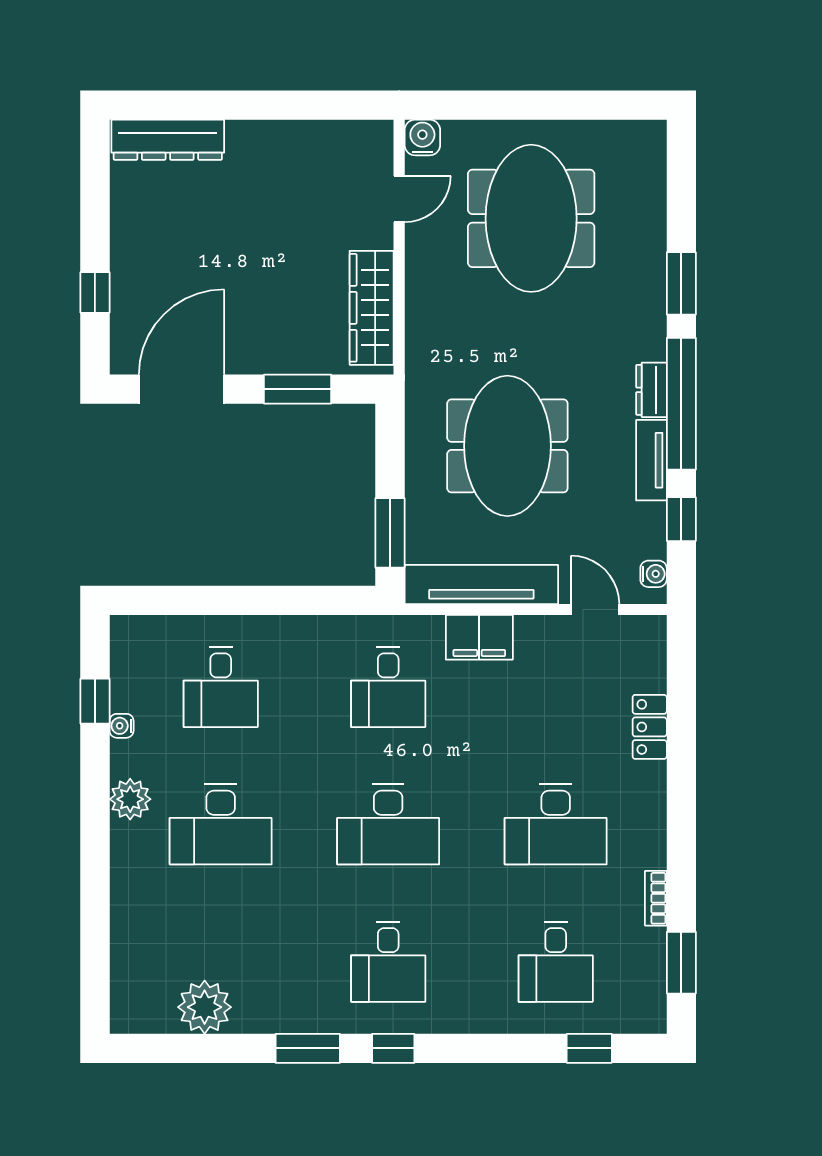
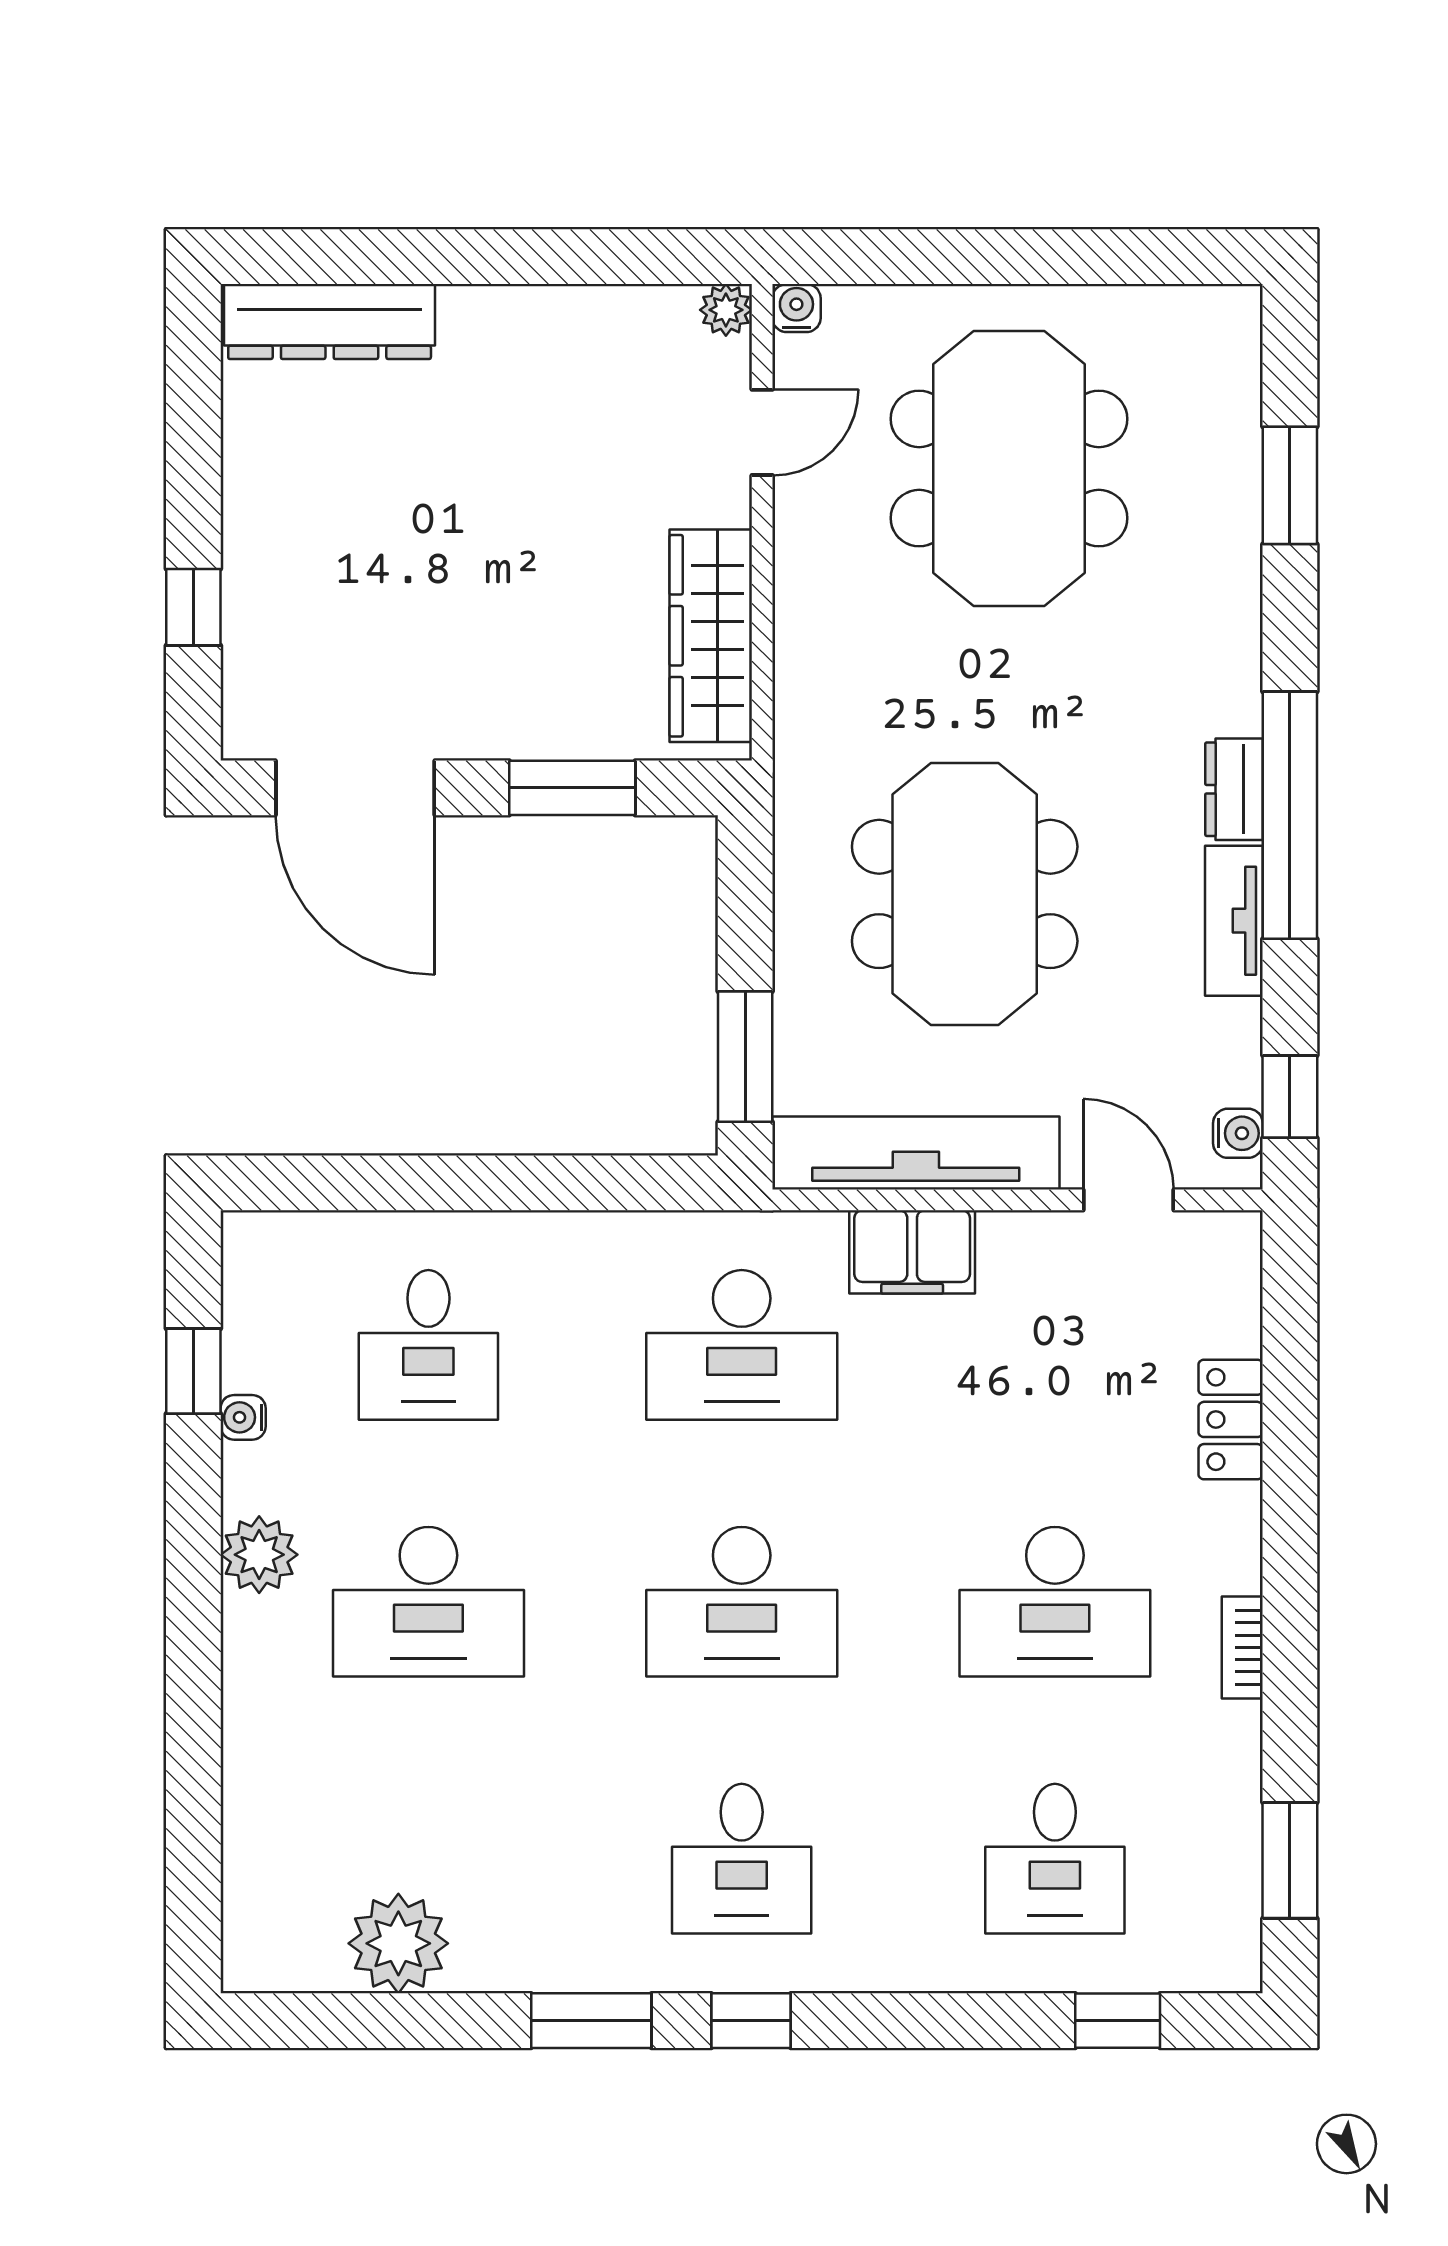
plant: (380, 134) -> (726, 310), added
water cooler: (422, 138) -> (796, 308), width x0.72, depth x0.72
window: (681, 283) -> (1290, 485), moved
door: (181, 389) -> (355, 788), swing flipped
window: (681, 519) -> (1290, 1097), moved
desk: (388, 687) -> (742, 1345), width x1.37
bookcase: (656, 898) -> (1242, 1647), moved

